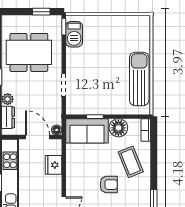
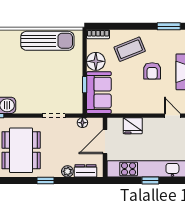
sun lounger: (139, 79) -> (47, 41), turned 180
floor lamp: (57, 130) -> (82, 123), moved
armchair: (109, 185) -> (152, 71), turned 180

